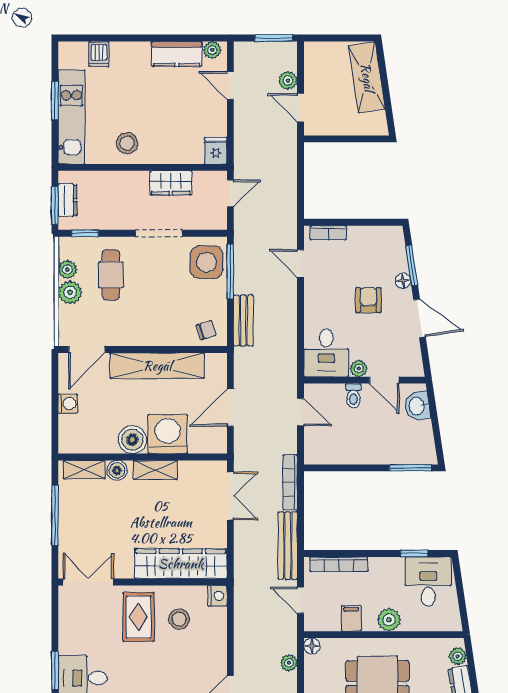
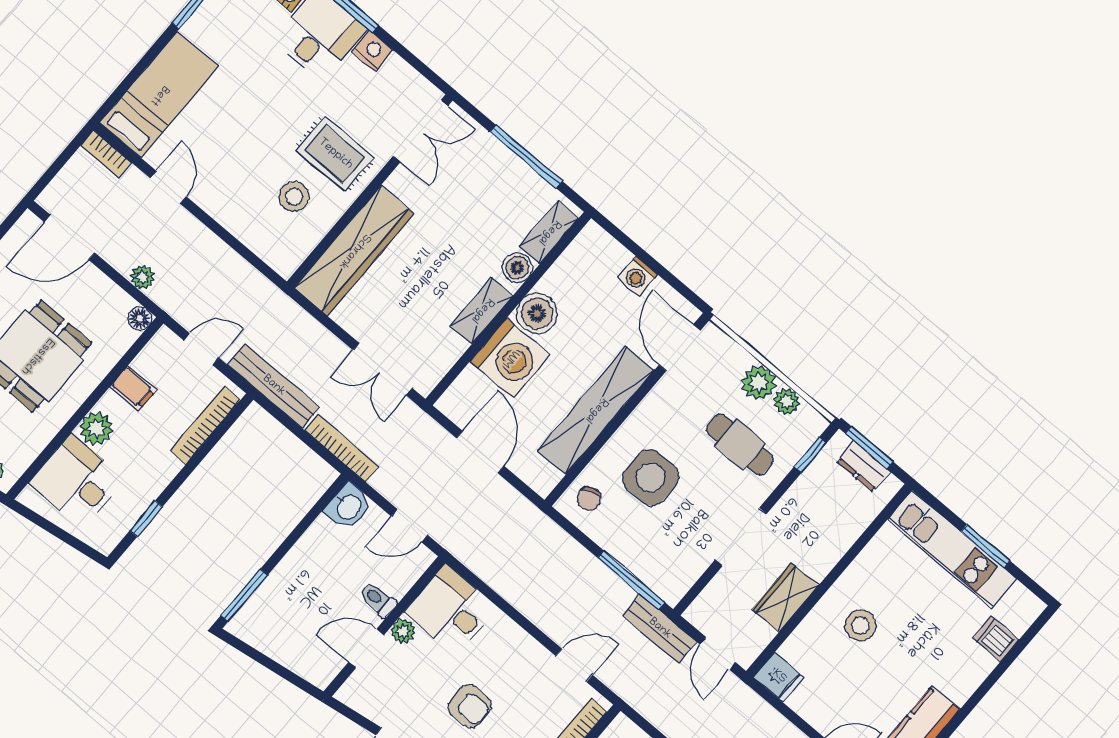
stool: (127, 143) -> (861, 625), moved
side table: (206, 262) -> (651, 478), moved
bench: (243, 321) -> (660, 629), moved
washbasin: (417, 406) -> (348, 506), moved, turned 98
desk: (428, 582) -> (77, 481), moved, turned 180
nightstand: (217, 596) -> (372, 51), moved, turned 180

